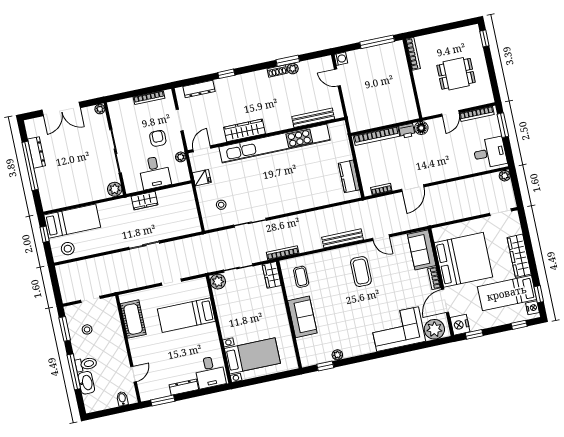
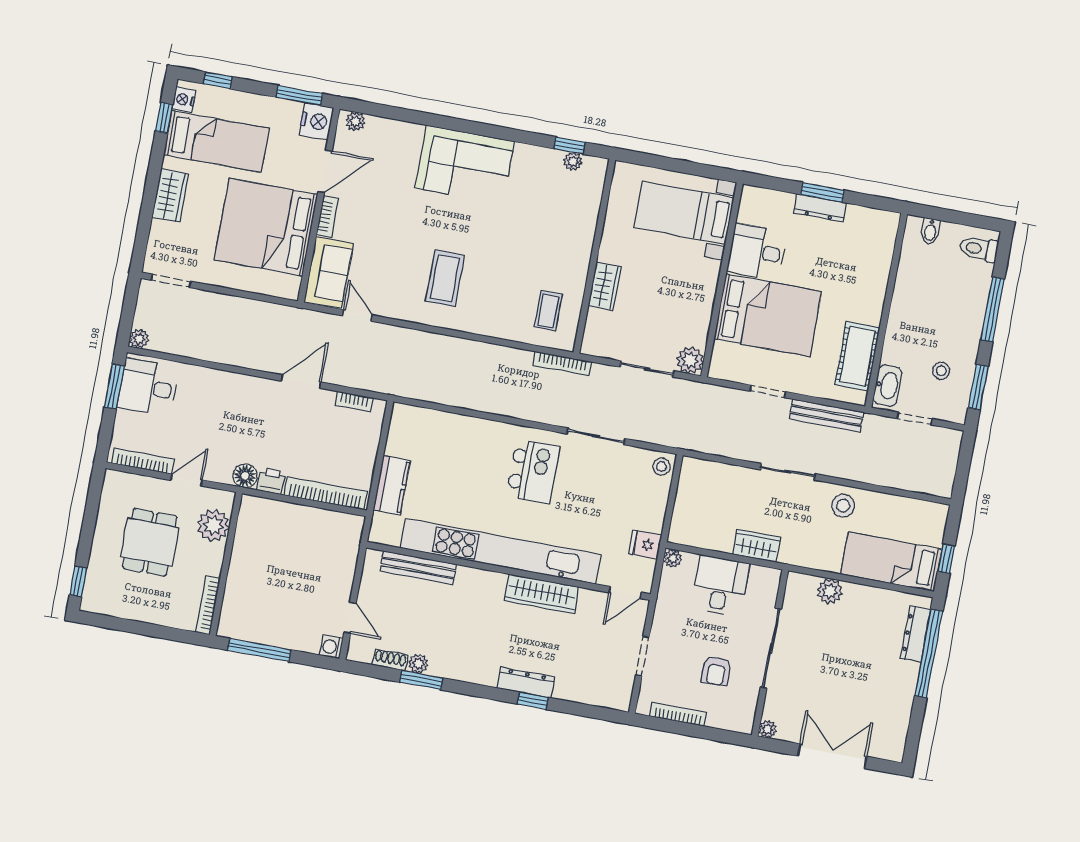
shoe rack: (277, 71) -> (390, 660), moved
dining table: (456, 74) -> (150, 542), turned 90
dresser: (199, 89) -> (526, 683), moved
plant: (427, 96) -> (213, 525), added
window: (503, 125) -> (114, 386), moved
armchair: (158, 138) -> (716, 671), moved
dresser: (37, 152) -> (916, 634), moved
plant: (181, 157) -> (673, 558), moved
window: (30, 166) -> (929, 653), moved
kitchen counter: (349, 176) -> (392, 485), moved
plant: (115, 189) -> (830, 591), moved
kitchen island: (275, 191) -> (533, 471), added
stool: (221, 205) -> (661, 466), moved
bench: (342, 238) -> (826, 415), moved
door: (381, 238) -> (357, 315), moved
stool: (68, 249) -> (843, 506), moved
wardrobe: (519, 256) -> (170, 195), width x0.67
wardrobe: (272, 275) -> (605, 286), moved
bed: (186, 315) -> (768, 315), width x1.50
sofa: (302, 317) -> (574, 243), removed
corner sofa: (398, 329) -> (465, 165), moved
plant: (434, 329) -> (356, 122), width x0.53, depth x0.53
window: (474, 334) -> (299, 95), width x1.50
plant: (337, 355) -> (573, 162), moved
toilet: (86, 364) -> (979, 249), moved
desk: (210, 372) -> (757, 252), moved, turned -90
door: (133, 374) -> (895, 264), removed
washbasin: (86, 383) -> (887, 385), moved, turned 180
window: (163, 401) -> (822, 192), moved

